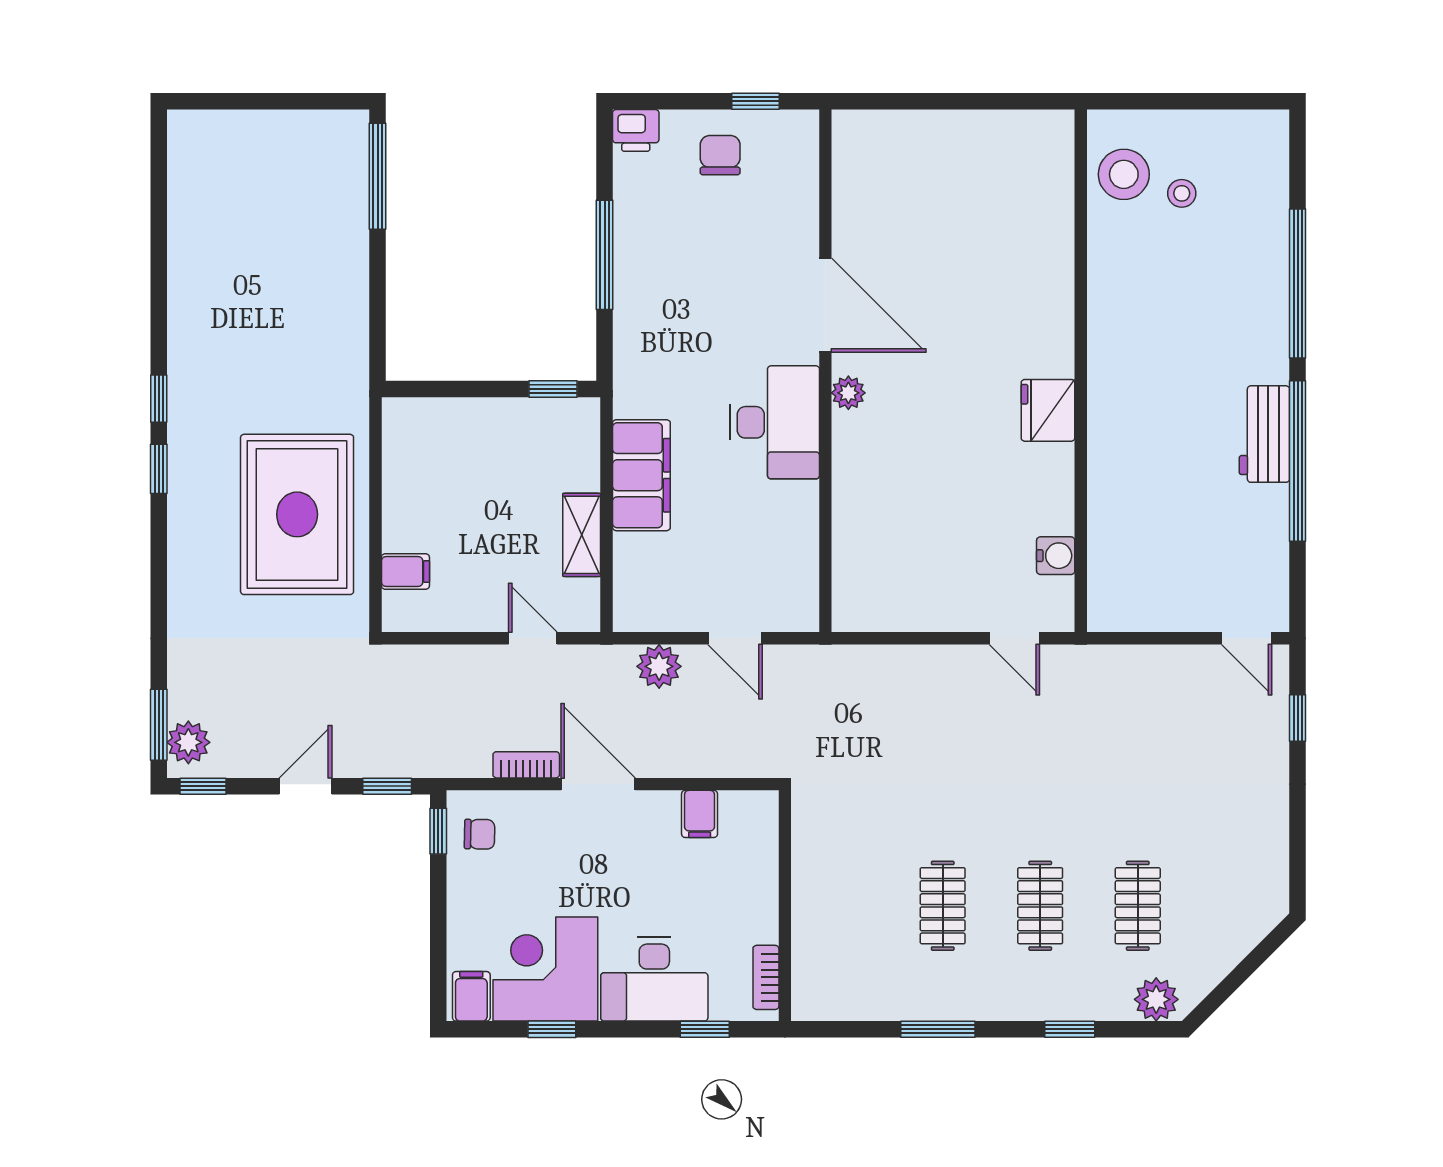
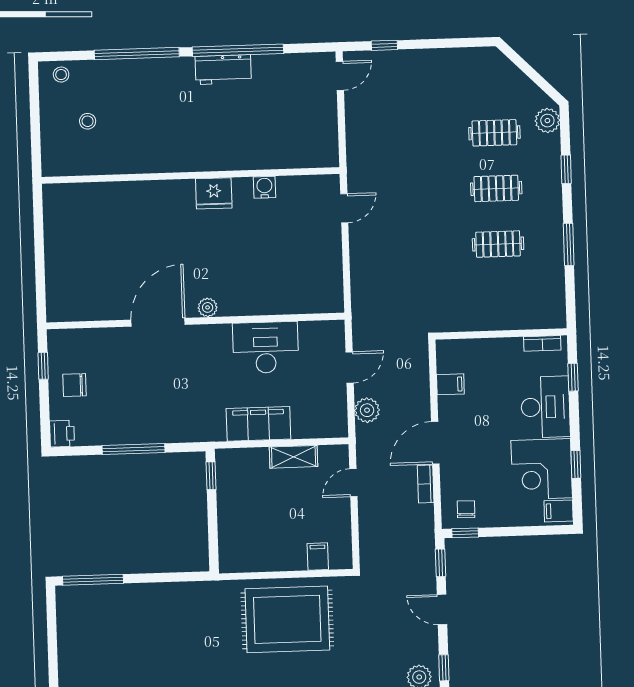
stool: (1124, 174) -> (61, 75), moved, width x0.53, depth x0.53
desk: (775, 422) -> (266, 348), moved
water cooler: (1056, 556) -> (264, 187), moved

